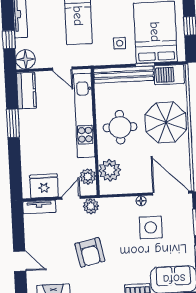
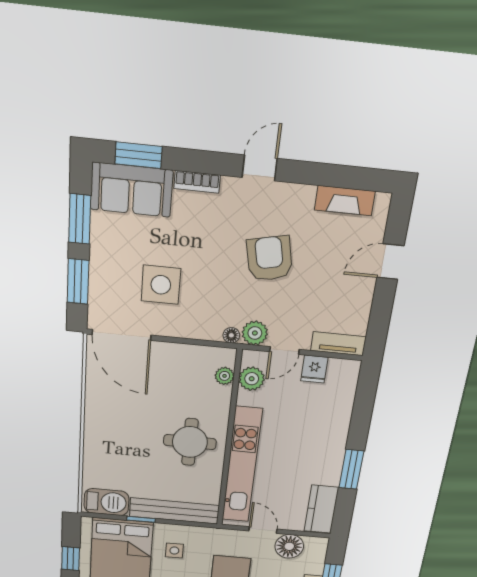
floor lamp: (25, 59) -> (289, 546), moved
parasol: (166, 122) -> (119, 439), removed
plant: (110, 170) -> (225, 376), width x0.53, depth x0.53
fridge: (44, 186) -> (314, 369), width x0.53, depth x0.75
floor lamp: (141, 201) -> (231, 335), moved
door: (20, 261) -> (390, 262), hinge flipped

